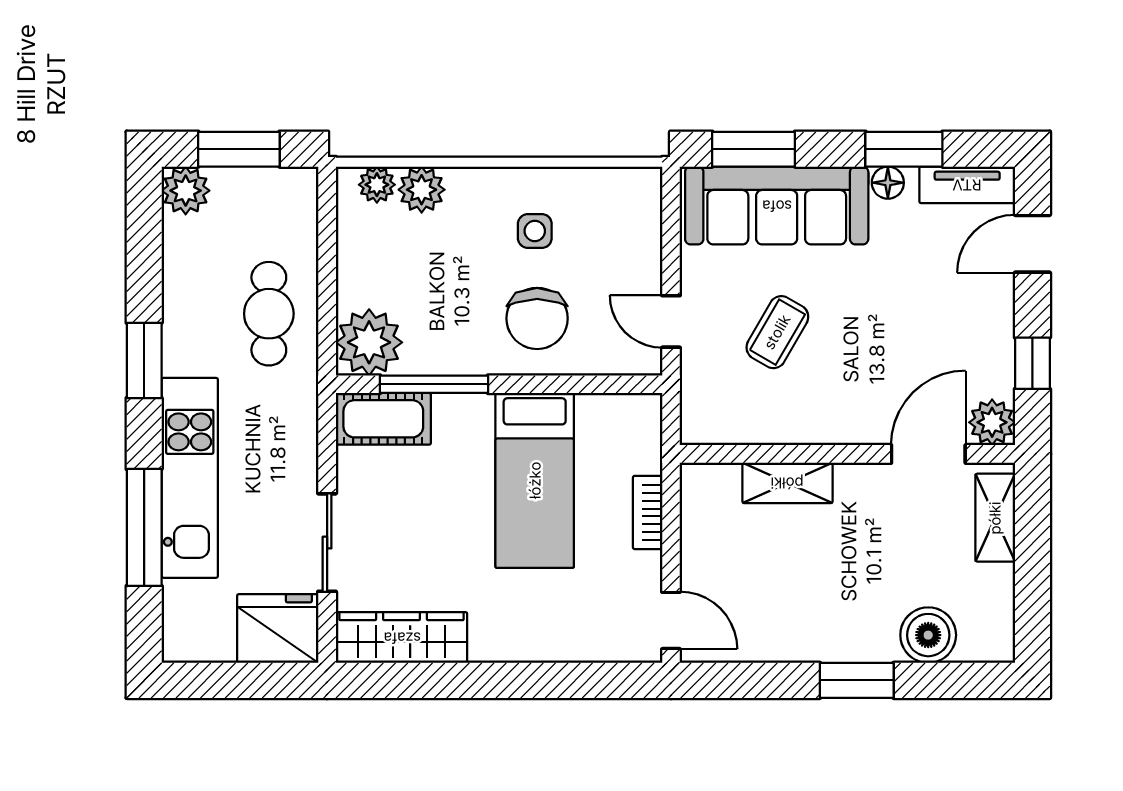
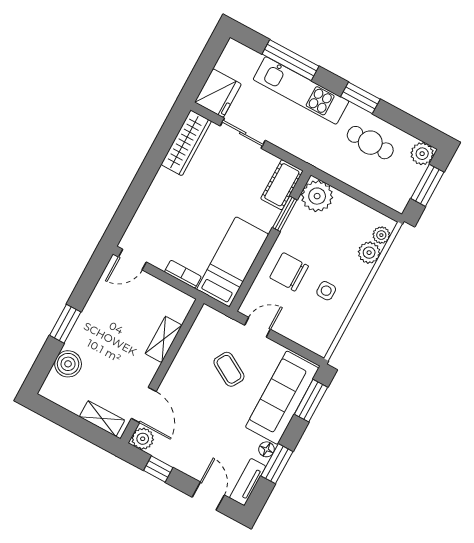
cafe table: (269, 314) -> (370, 143), moved
window: (434, 384) -> (285, 214), width x0.69
bed: (535, 480) -> (233, 262), moved, turned 90

